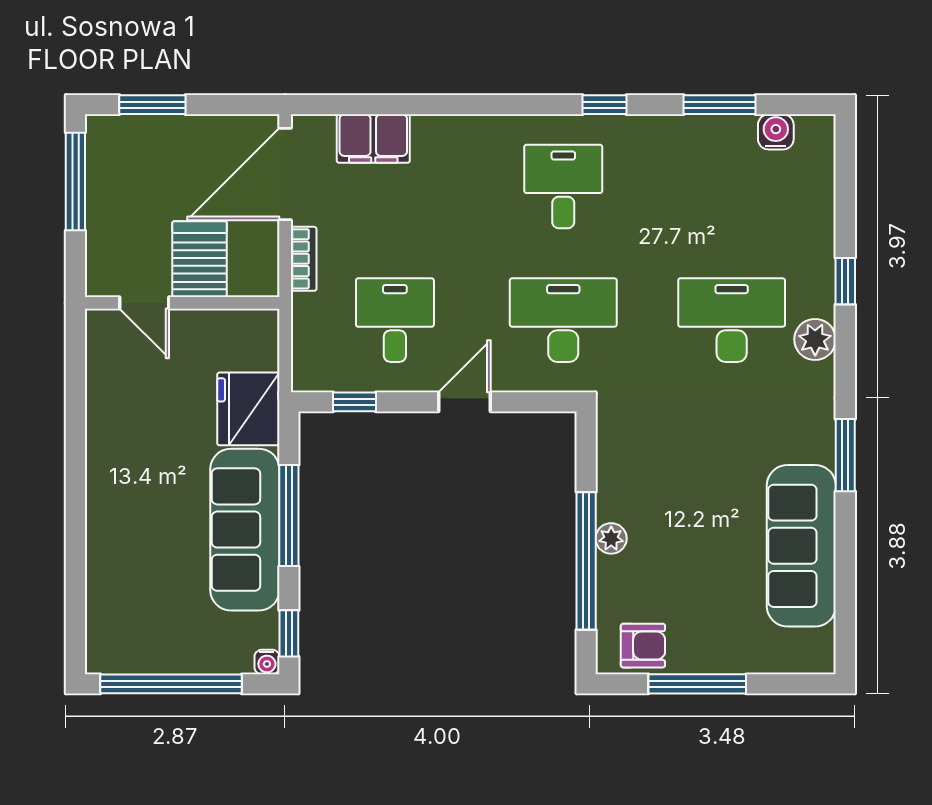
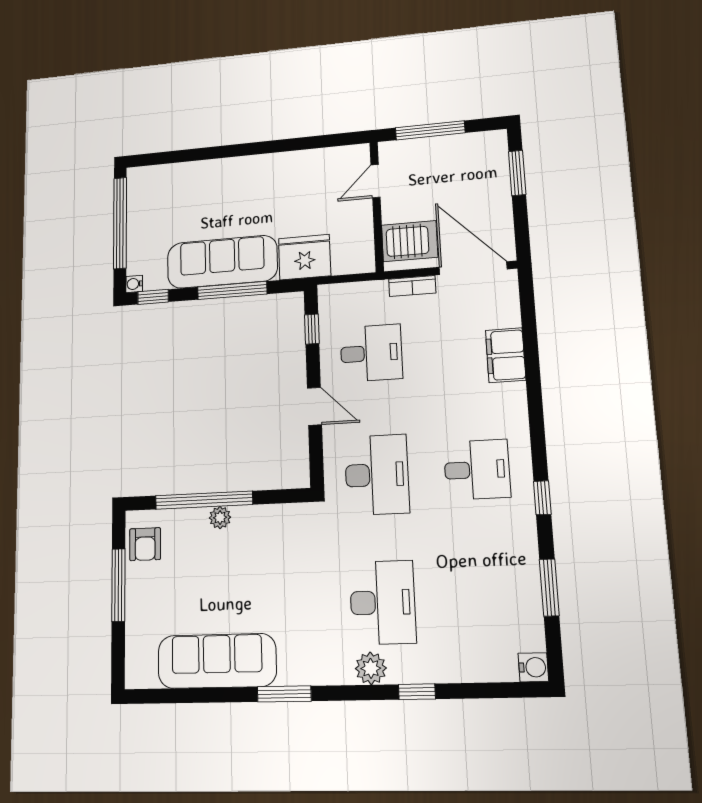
water cooler: (776, 132) -> (533, 667), moved
filing cabinet: (373, 139) -> (506, 355), moved
window: (75, 181) -> (430, 130), moved
server rack: (200, 259) -> (410, 241), moved

